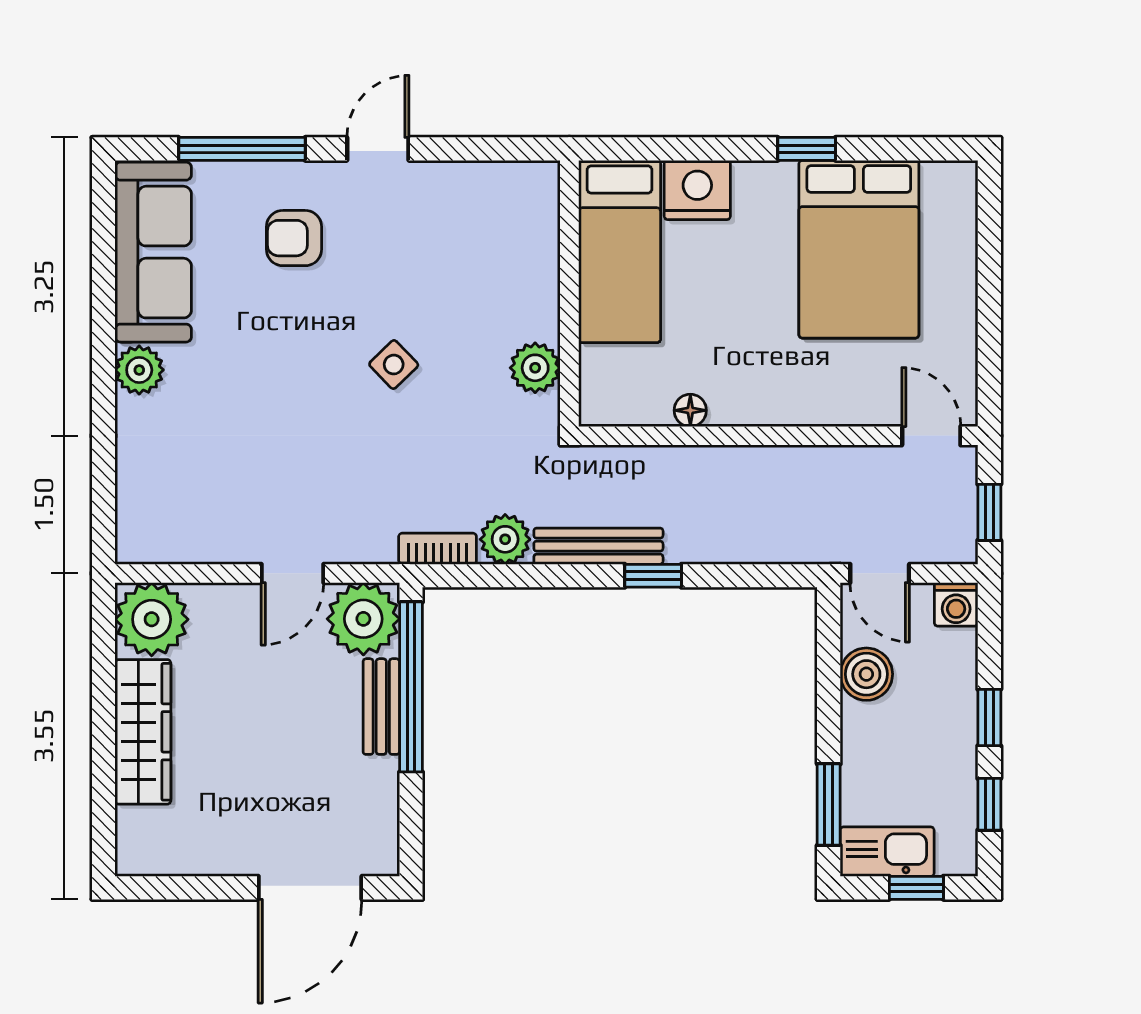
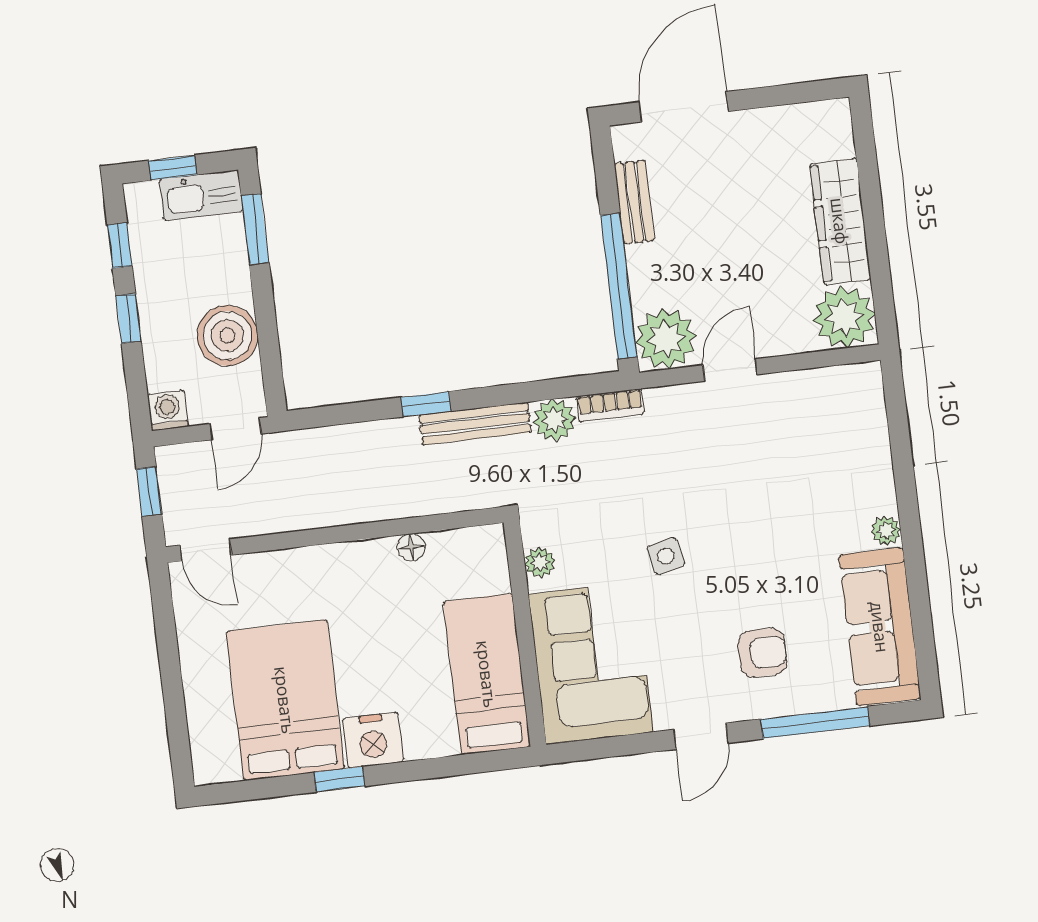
nightstand: (697, 190) -> (373, 740), moved
corner sofa: (496, 250) -> (591, 663), added
side table: (394, 365) -> (666, 556), turned 31
plant: (535, 368) -> (540, 562), width x0.73, depth x0.73
plant: (139, 370) -> (886, 531), width x0.73, depth x0.73
door: (880, 573) -> (235, 429), swing flipped
boiler: (866, 674) -> (227, 336), width x1.37, depth x1.37
bench: (381, 707) -> (634, 202), moved

